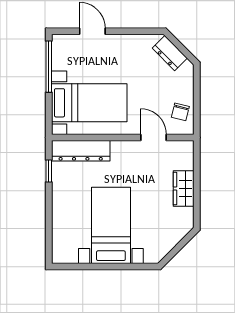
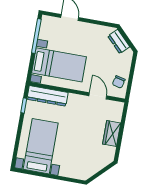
bed with nightstands: (111, 225) -> (41, 146), moved

